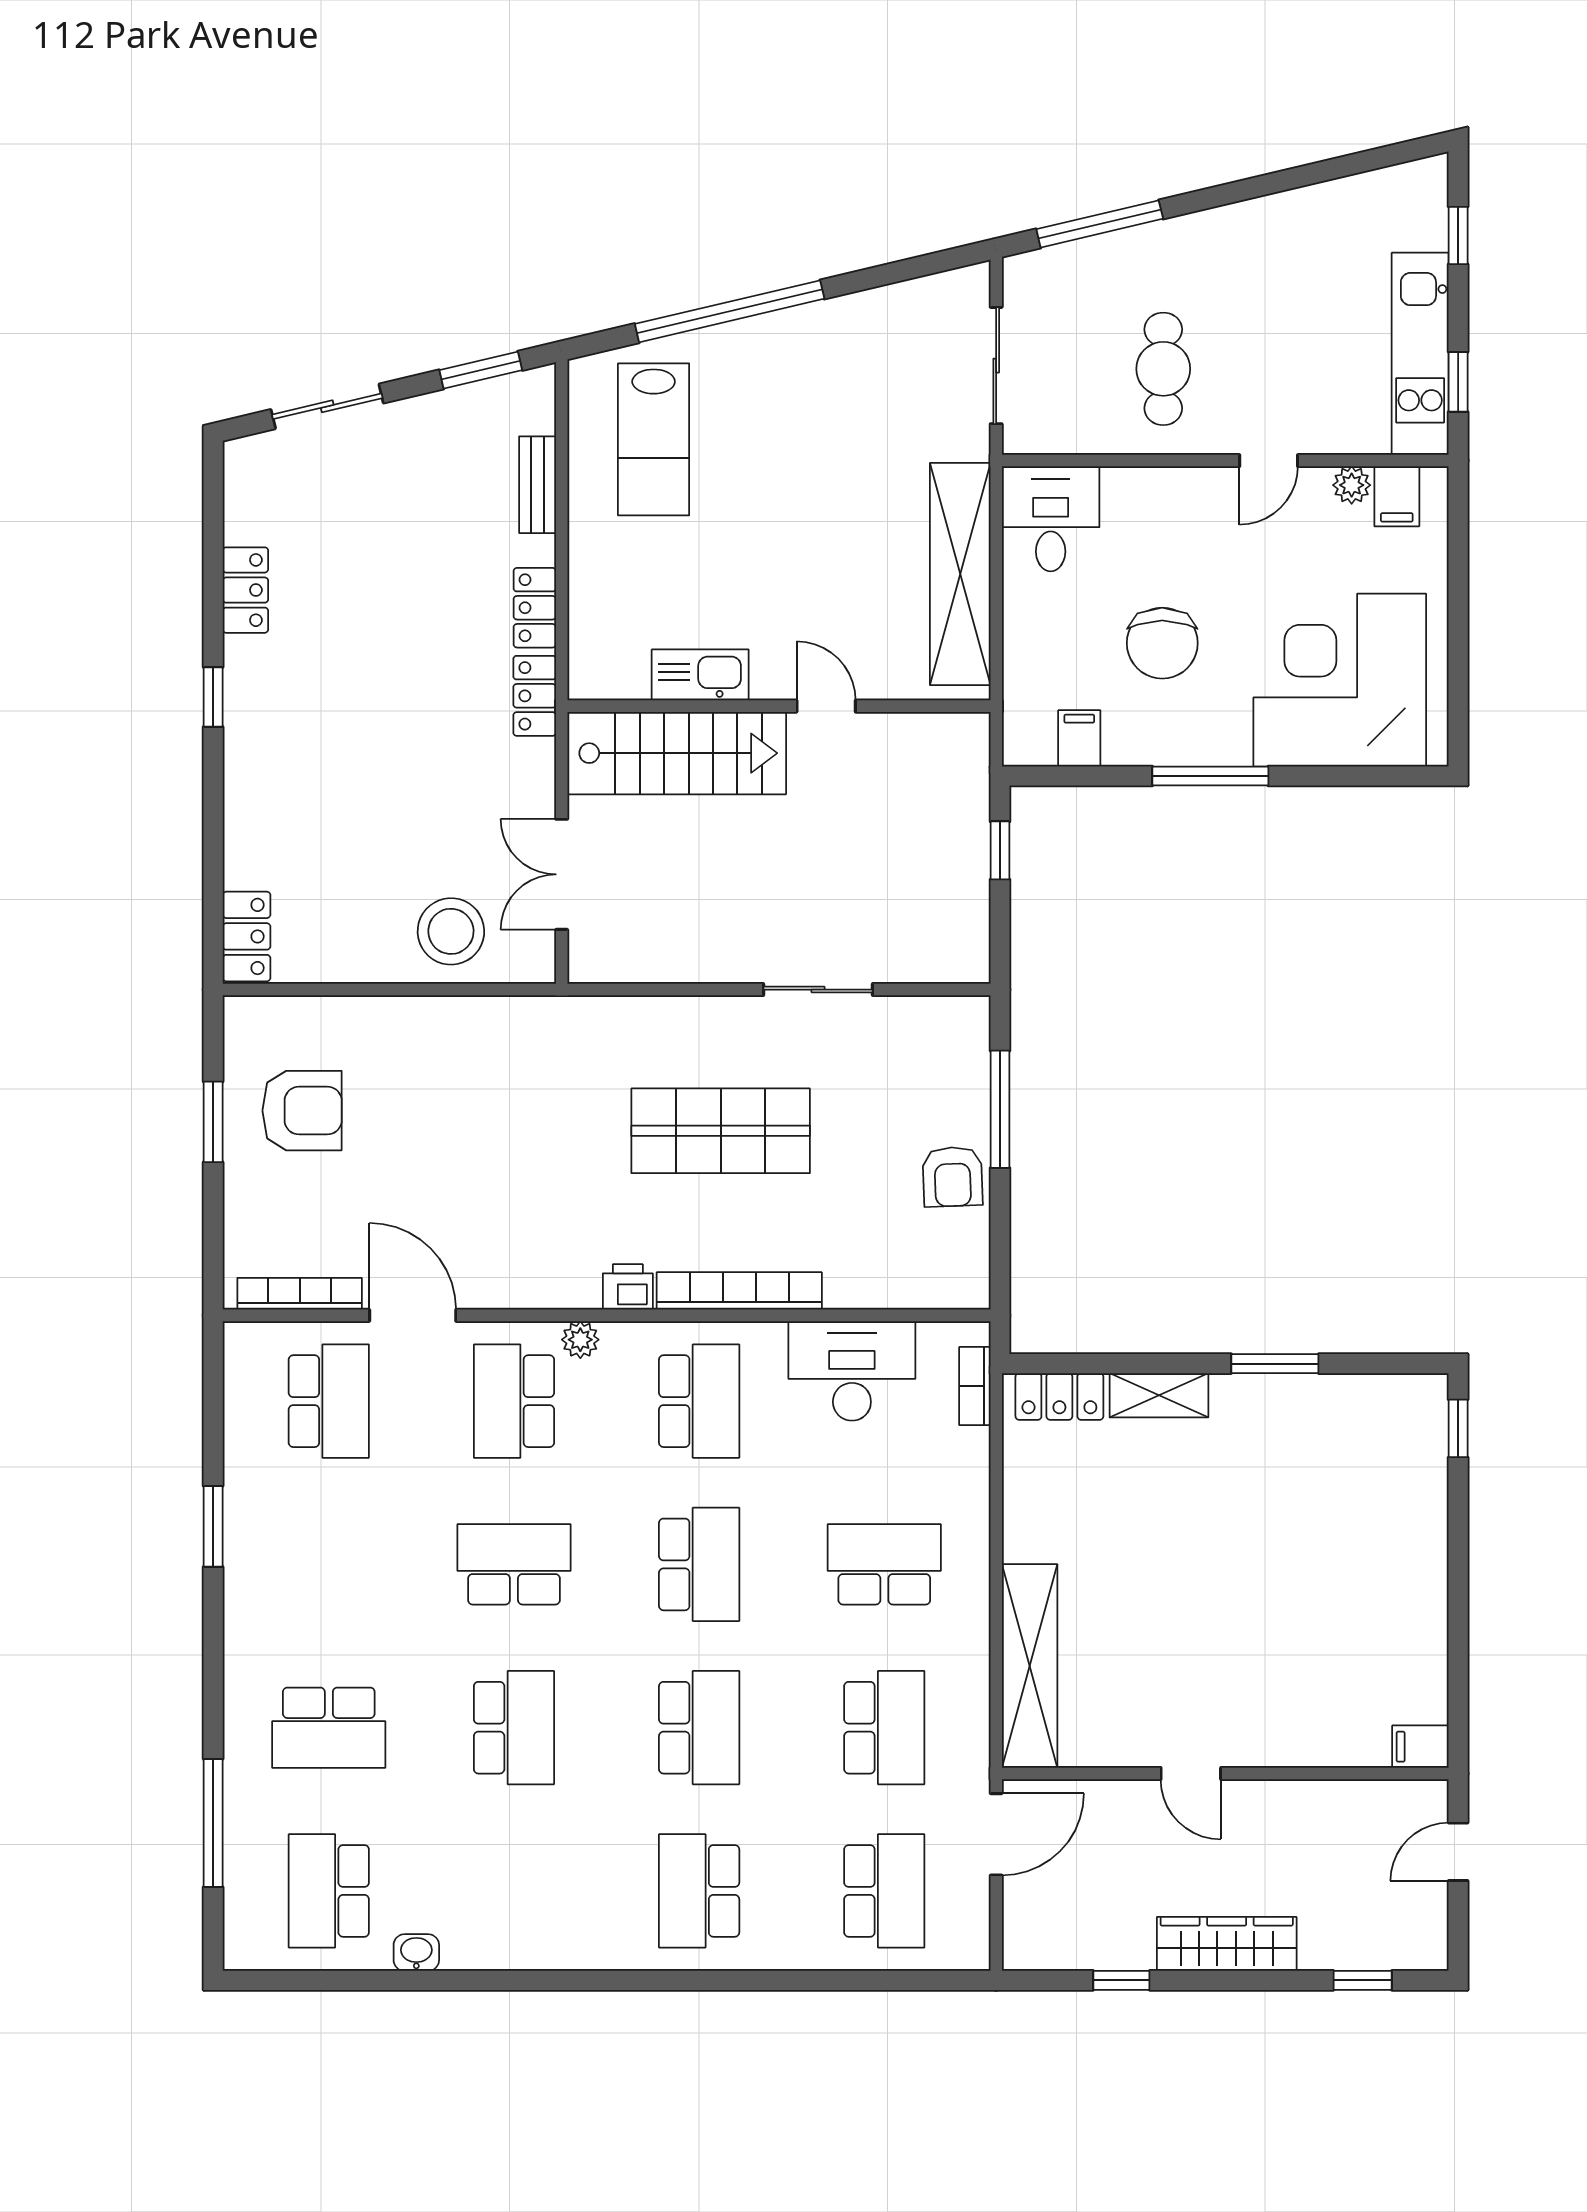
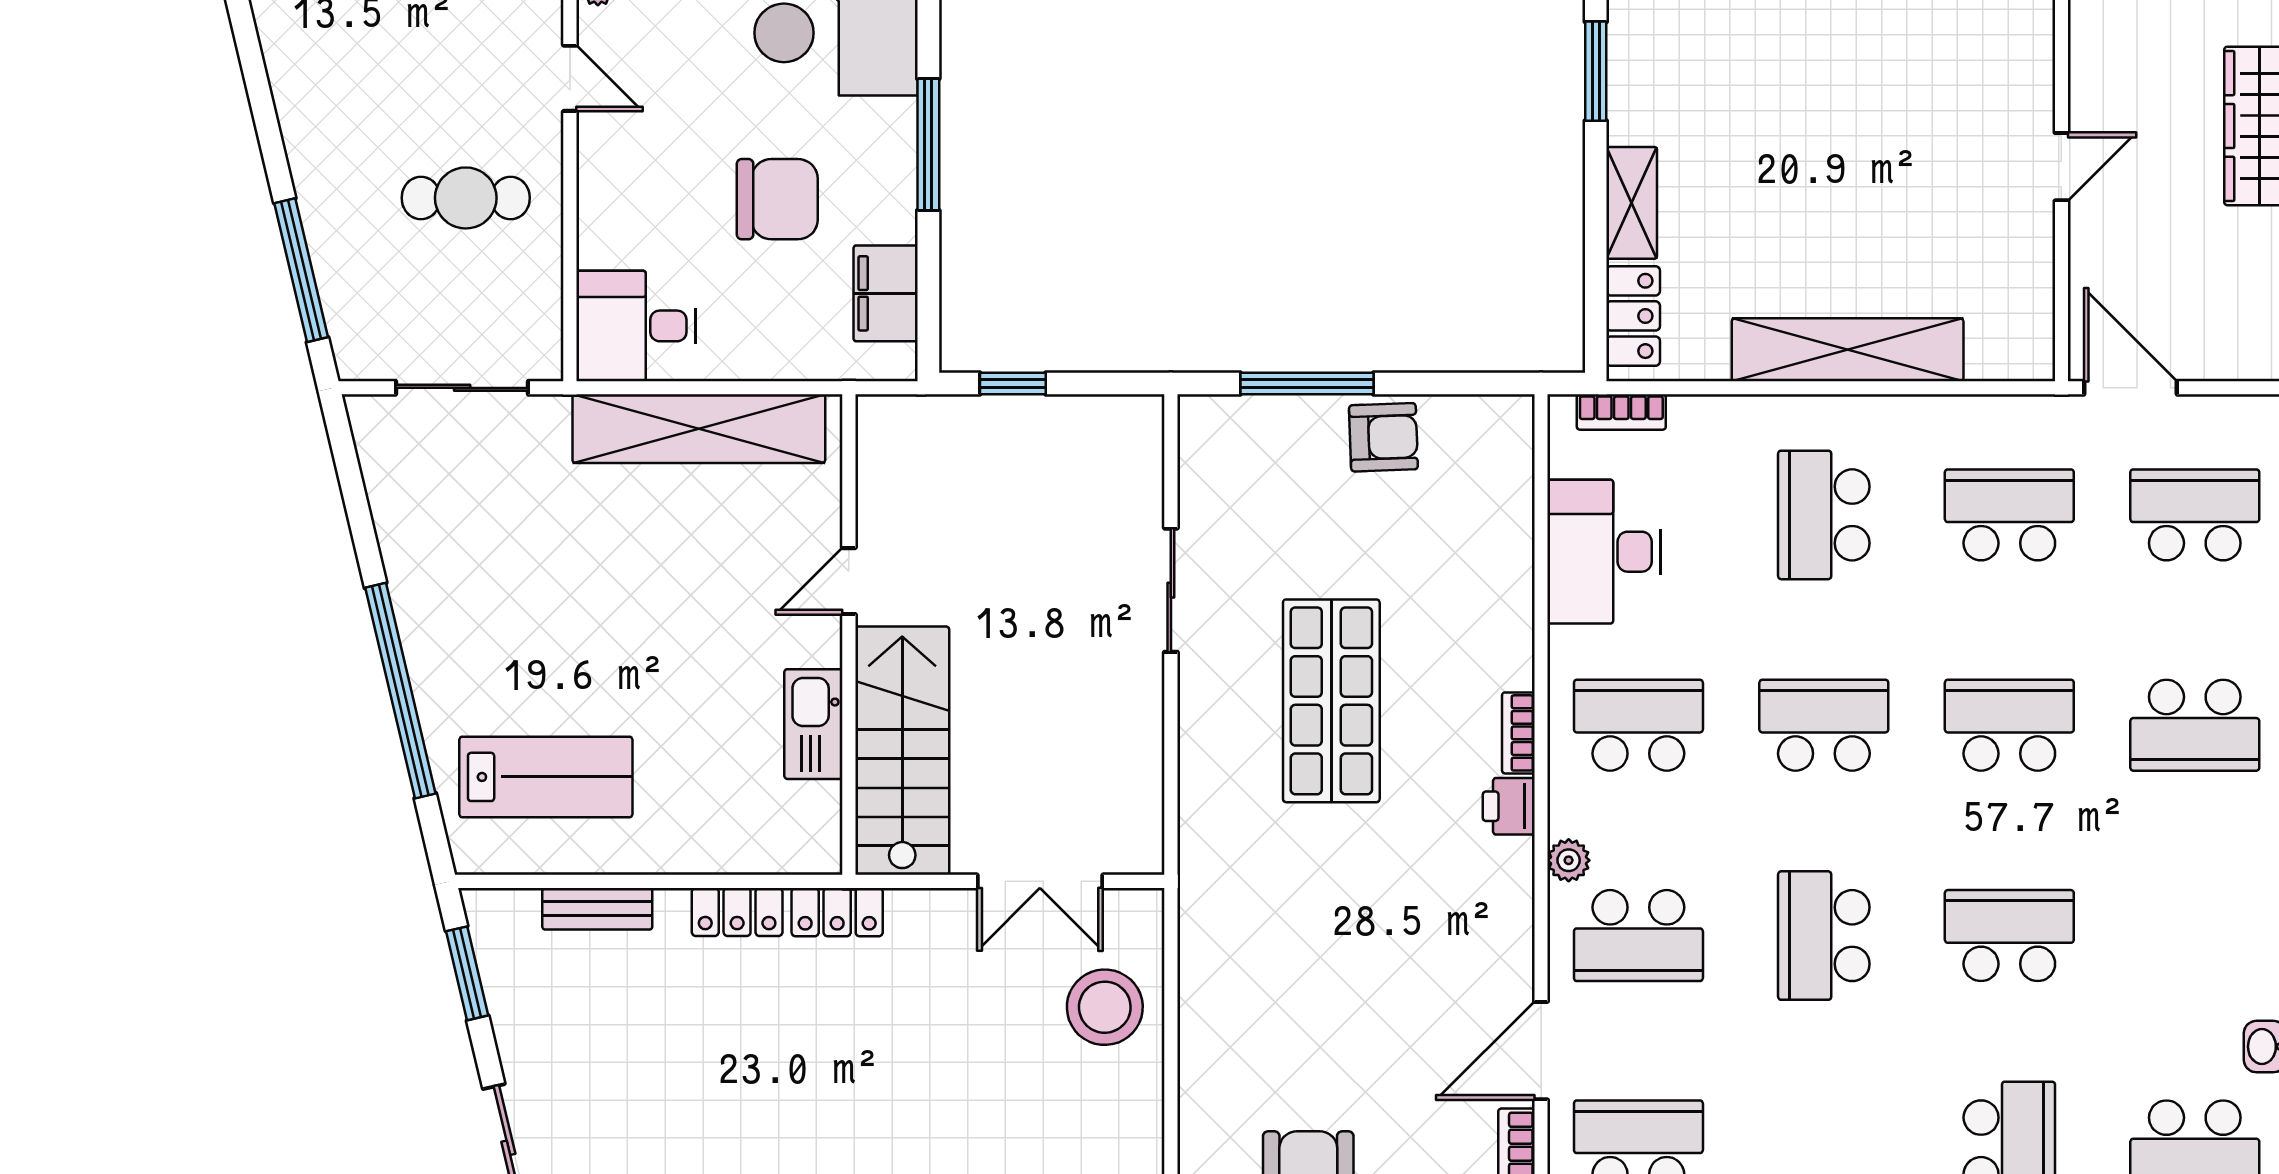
filing cabinet: (1079, 738) -> (886, 293), width x2.00
bookcase: (739, 1291) -> (1518, 733), width x0.43, depth x0.76
shelving: (1030, 1666) -> (1848, 350), moved

